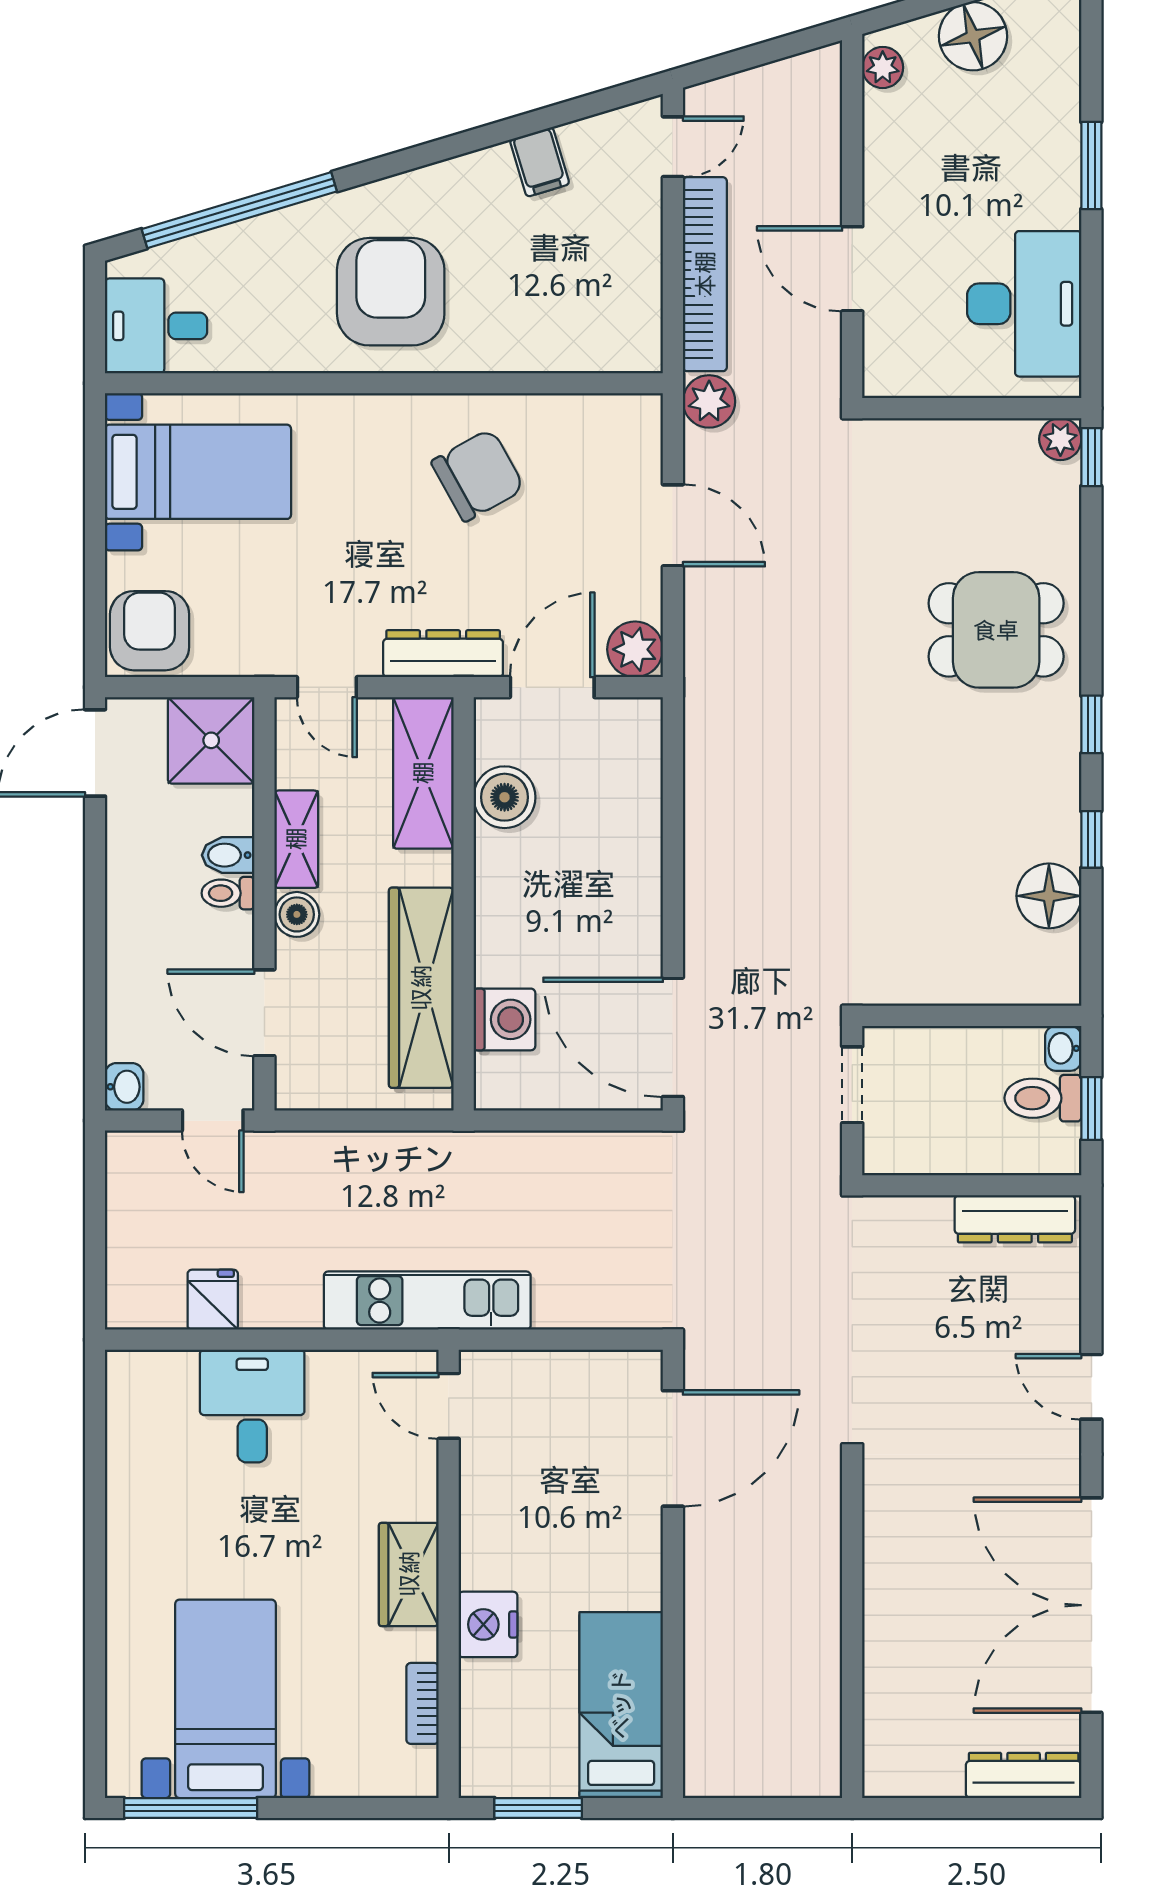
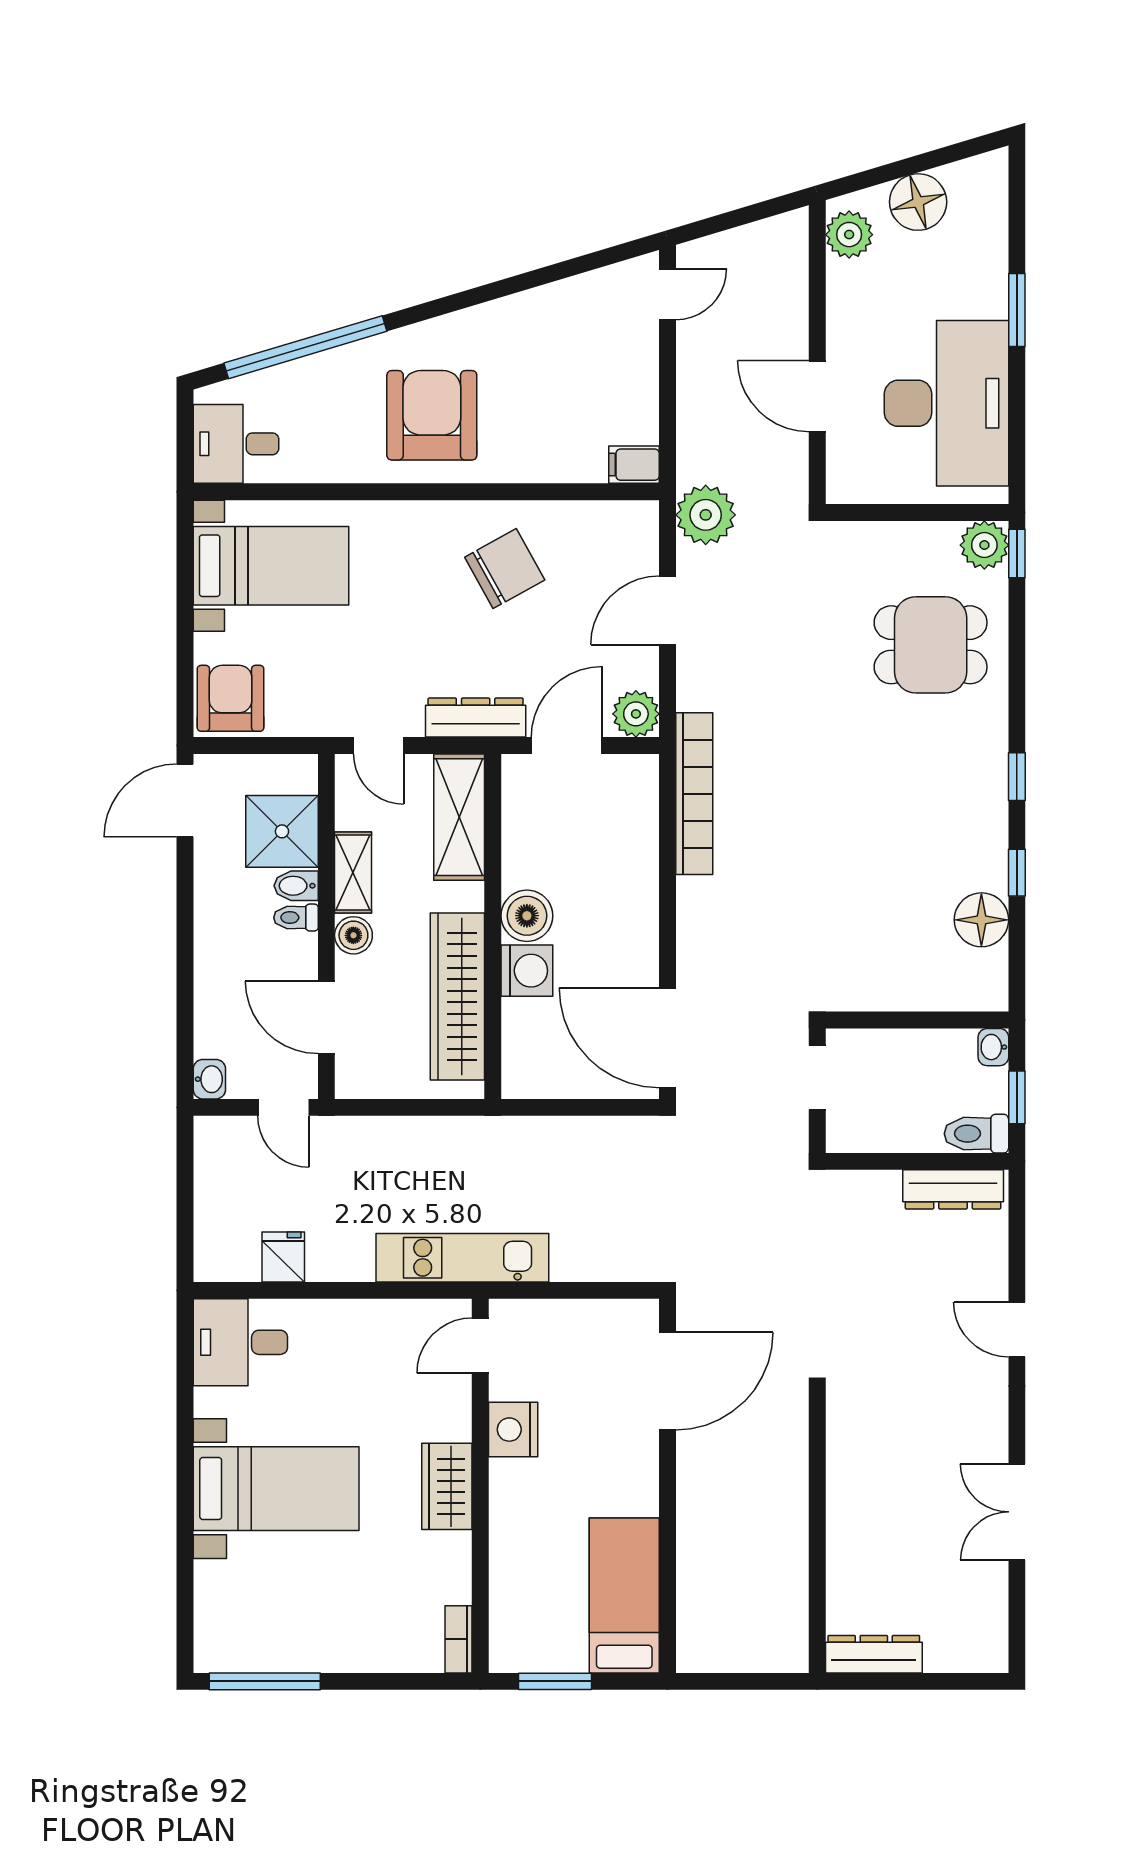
plant: (883, 67) -> (849, 235), width x1.38, depth x1.38
filing cabinet: (540, 162) -> (634, 465), moved, turned 107
bookcase: (705, 274) -> (694, 794), moved
desk: (1024, 304) -> (947, 403), width x1.36, depth x1.30
plant: (709, 401) -> (706, 515), width x1.36, depth x1.36
plant: (1060, 439) -> (984, 545), width x1.38, depth x1.38
door: (673, 525) -> (667, 610), swing flipped
dining table: (996, 630) -> (931, 645), moved
shower: (211, 740) -> (282, 831), moved
boiler: (505, 797) -> (527, 916), moved
washing machine: (504, 1019) -> (527, 971), moved
toilet: (1043, 1098) -> (976, 1134), moved
desk: (252, 1406) -> (240, 1342), moved, turned -90
door: (449, 1406) -> (480, 1346), hinge flipped
double door: (1091, 1605) -> (1017, 1512), width x0.54
nightstand: (488, 1624) -> (513, 1430), moved
bed with nightstands: (225, 1699) -> (276, 1489), moved, turned 90
bookcase: (423, 1703) -> (458, 1639), moved
dresser: (1024, 1775) -> (874, 1654), moved

